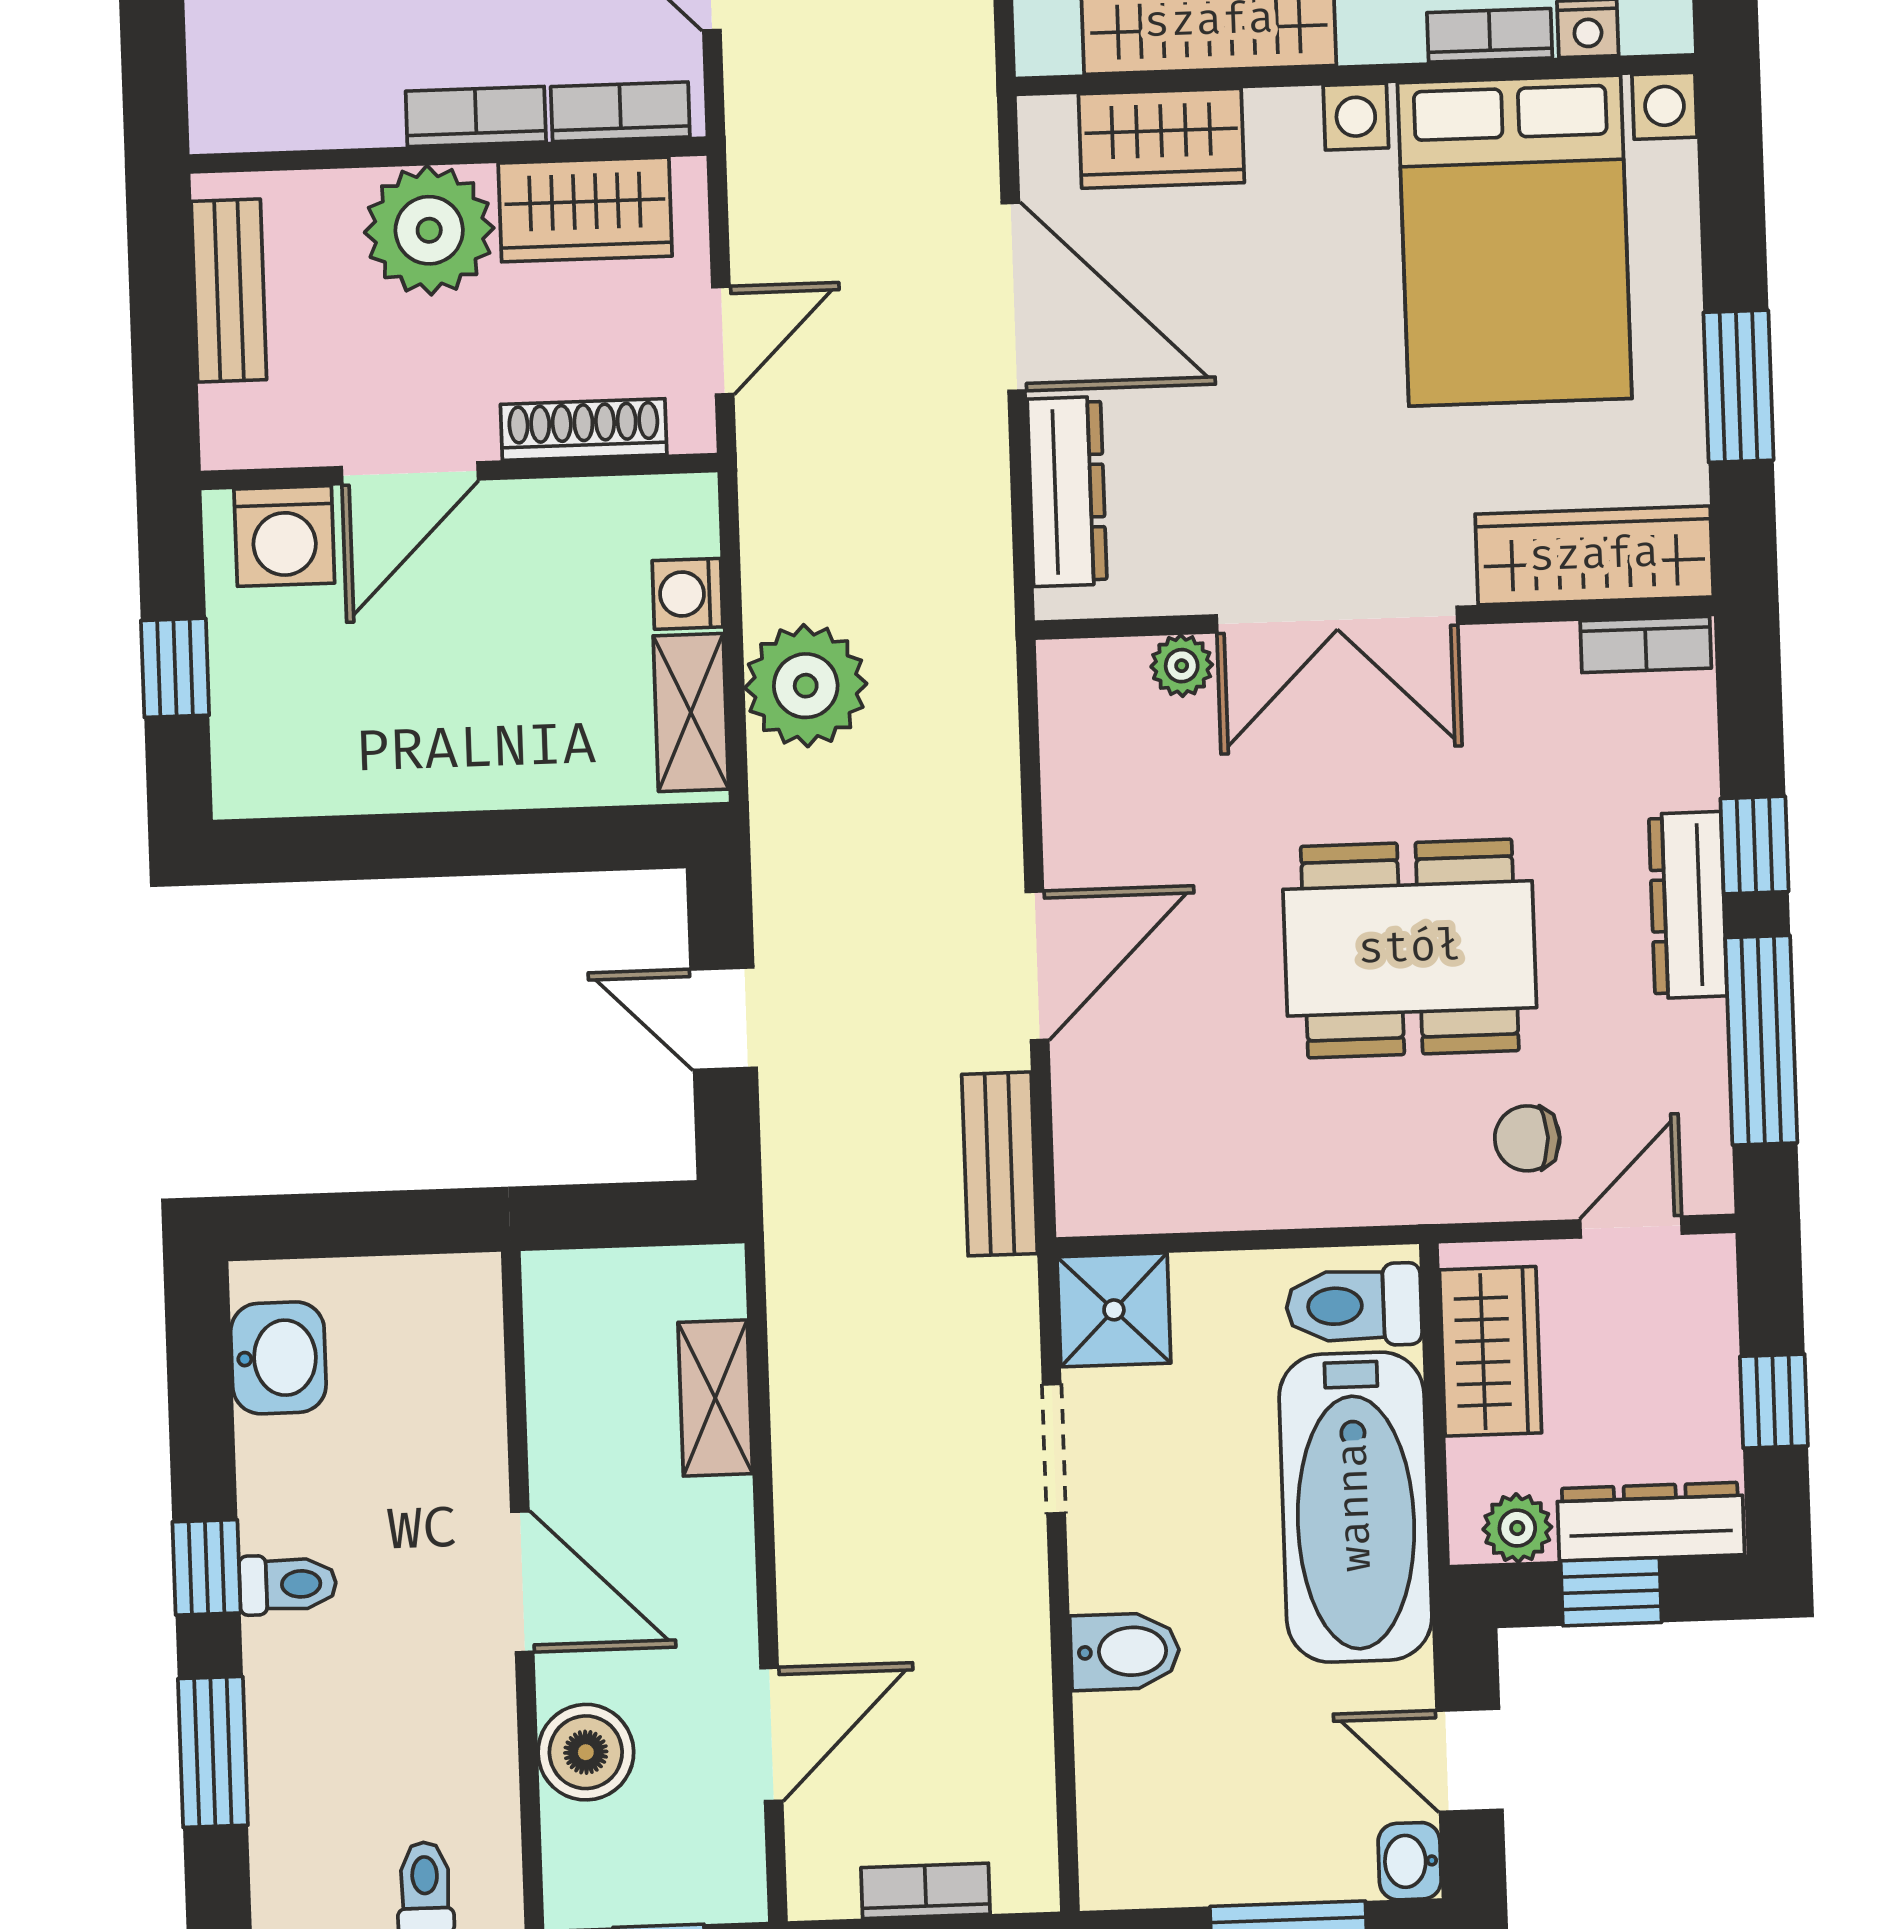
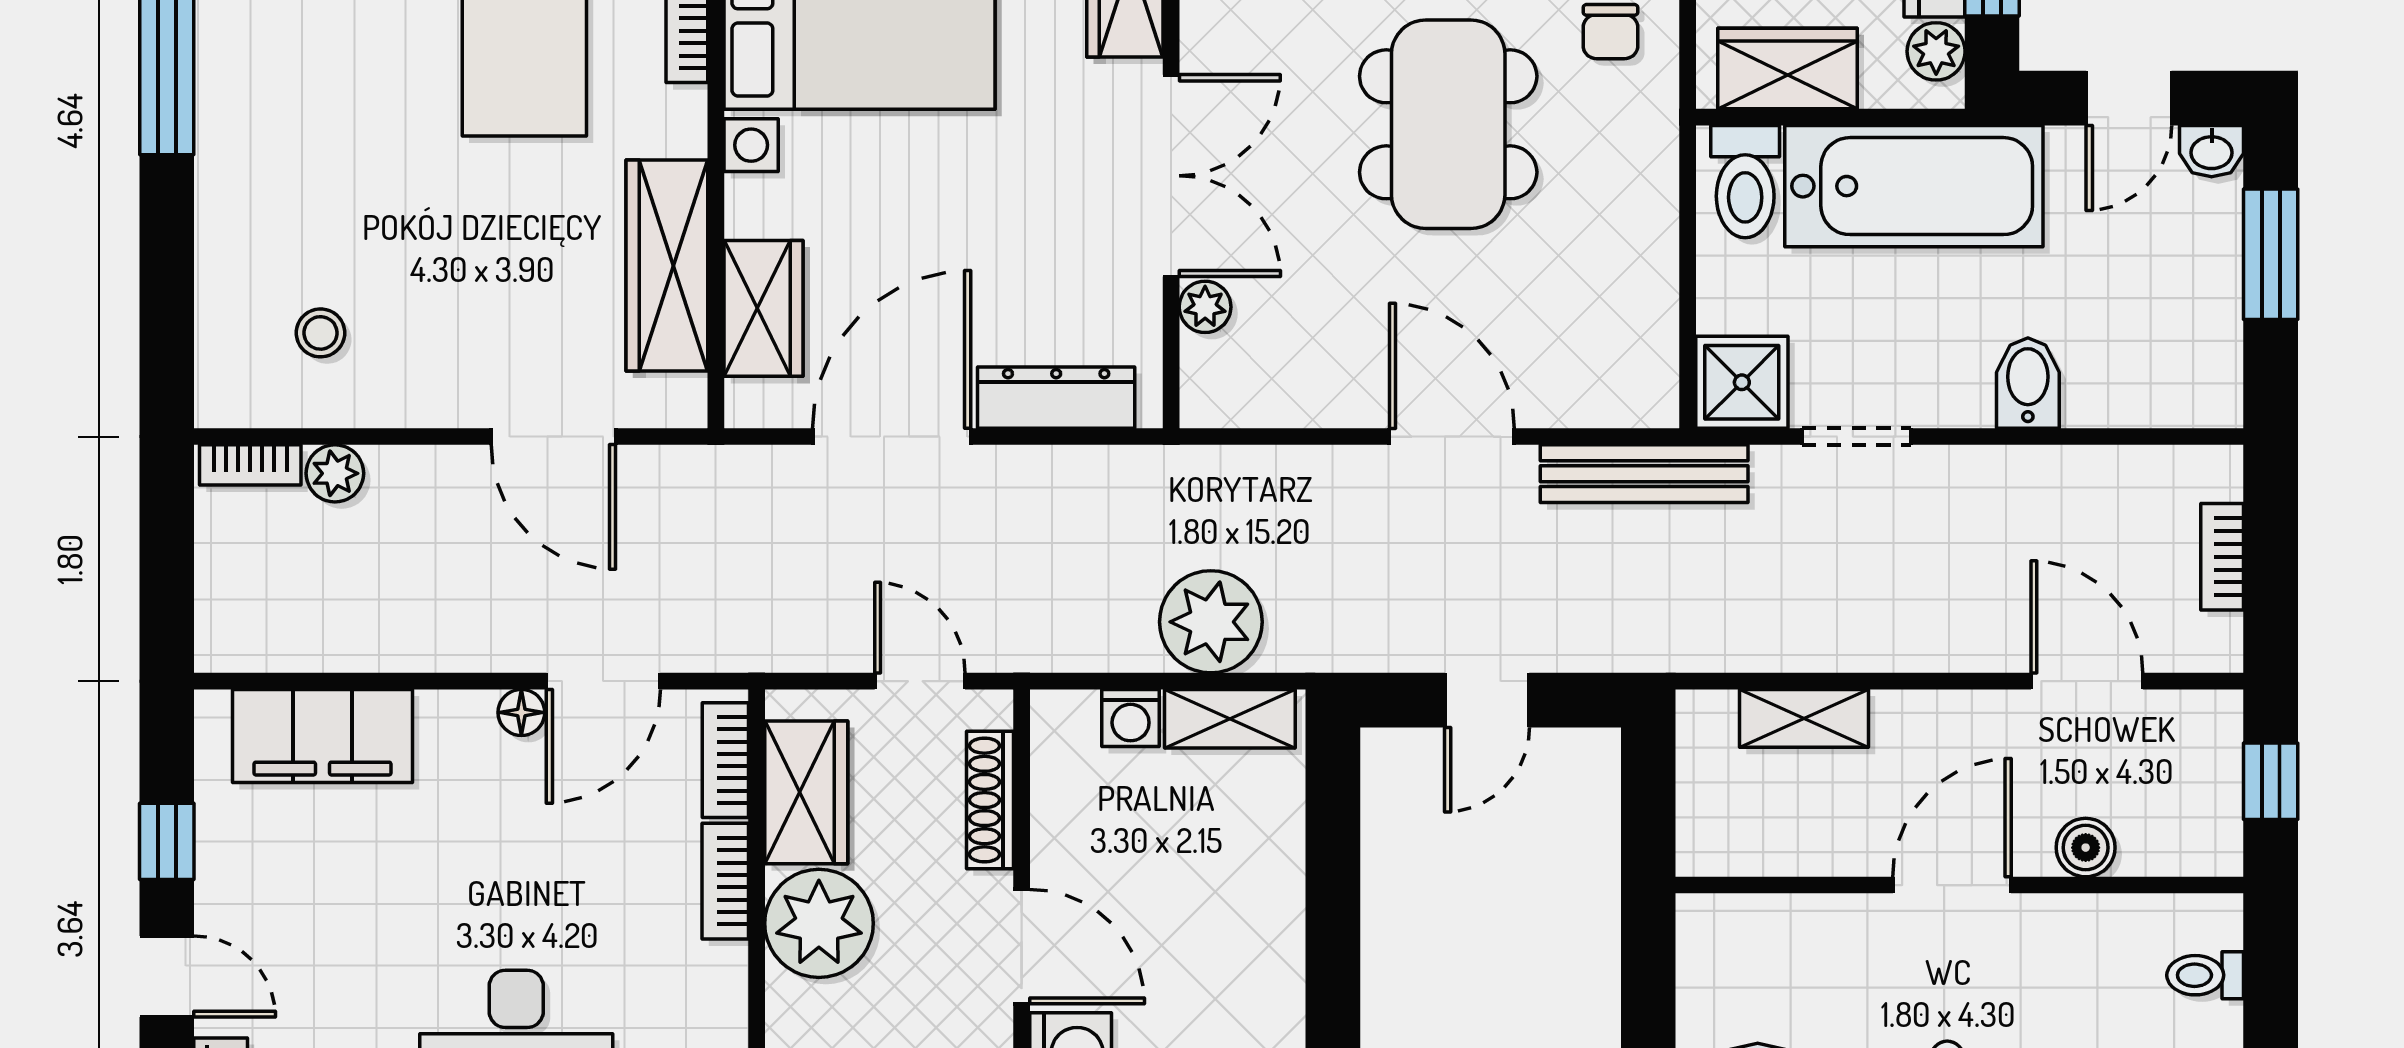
bench: (1000, 1164) -> (1644, 474), width x1.36
boiler: (586, 1752) -> (2086, 848), width x0.73, depth x0.73

